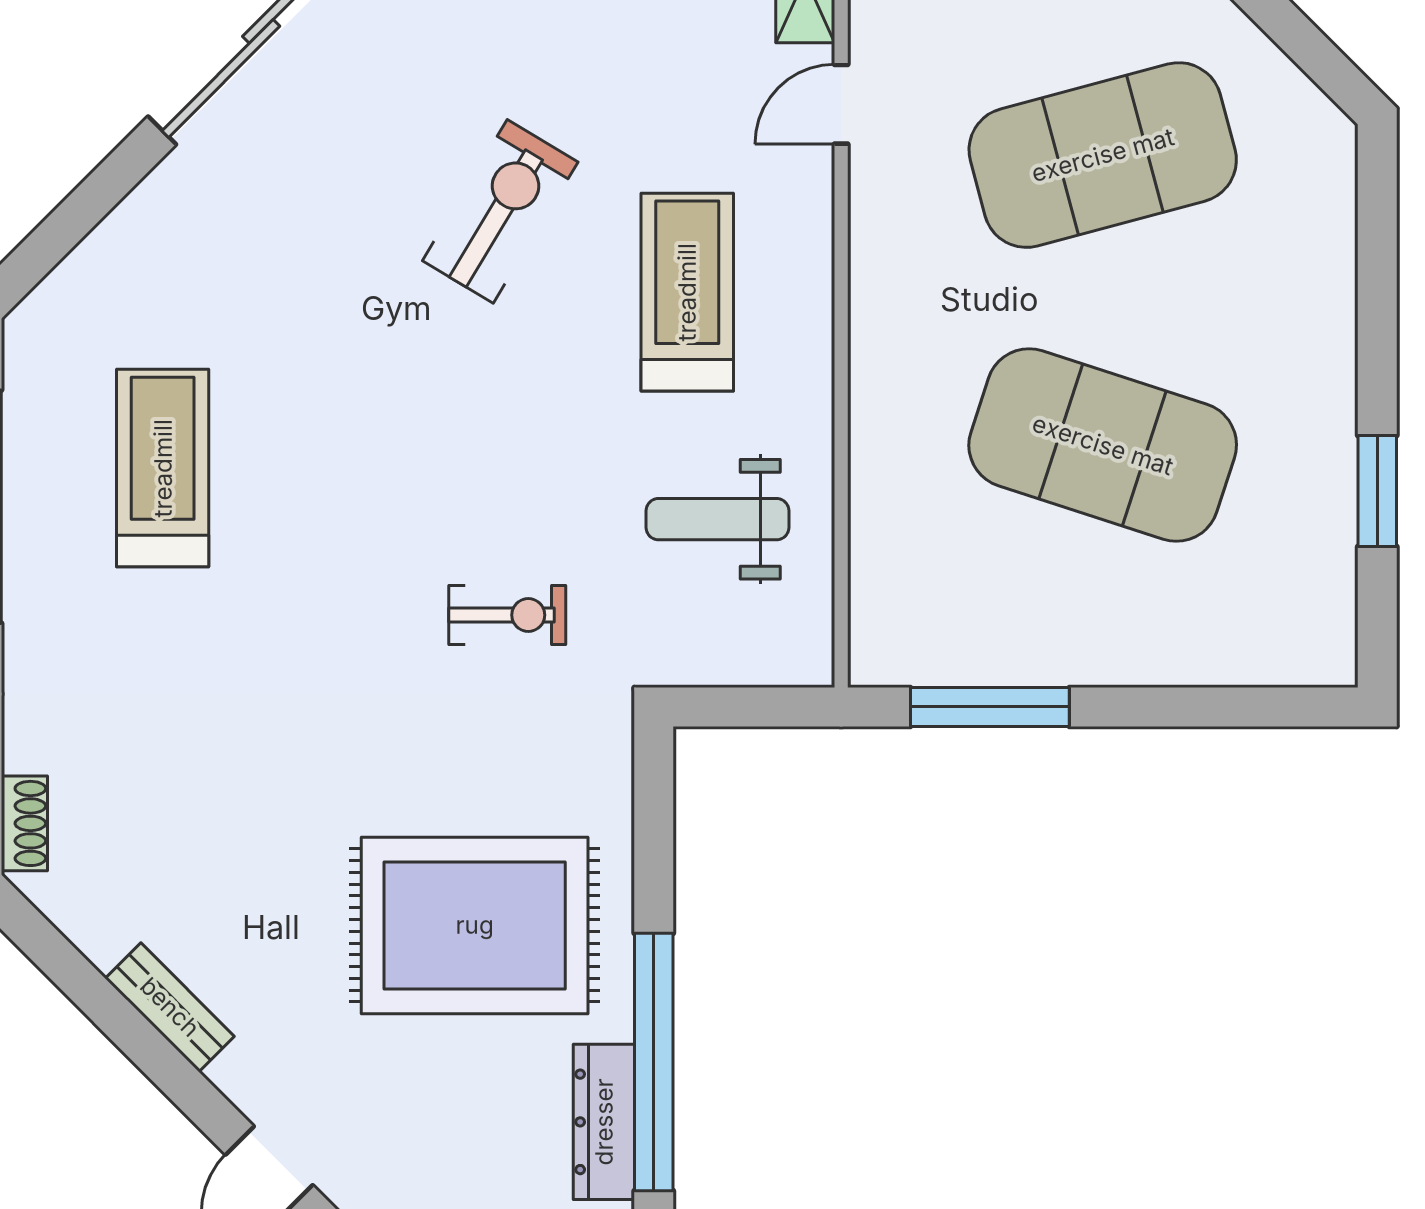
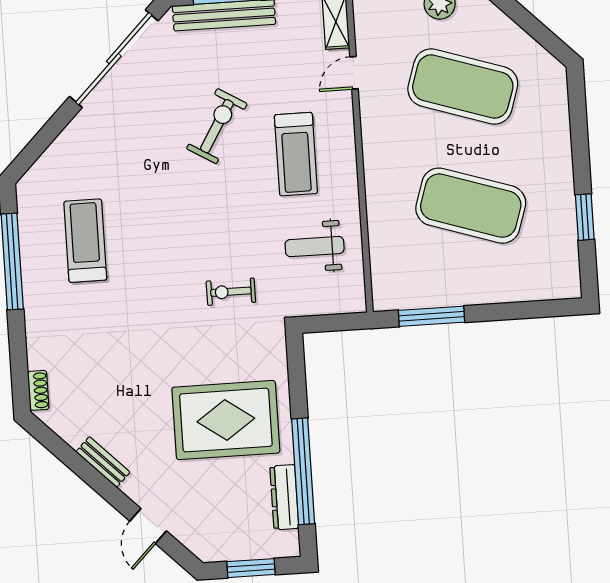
exercise mat: (1103, 155) -> (463, 87), turned 33
treadmill: (687, 292) -> (296, 154), turned 180
exercise bike: (507, 615) -> (231, 292), turned 180

